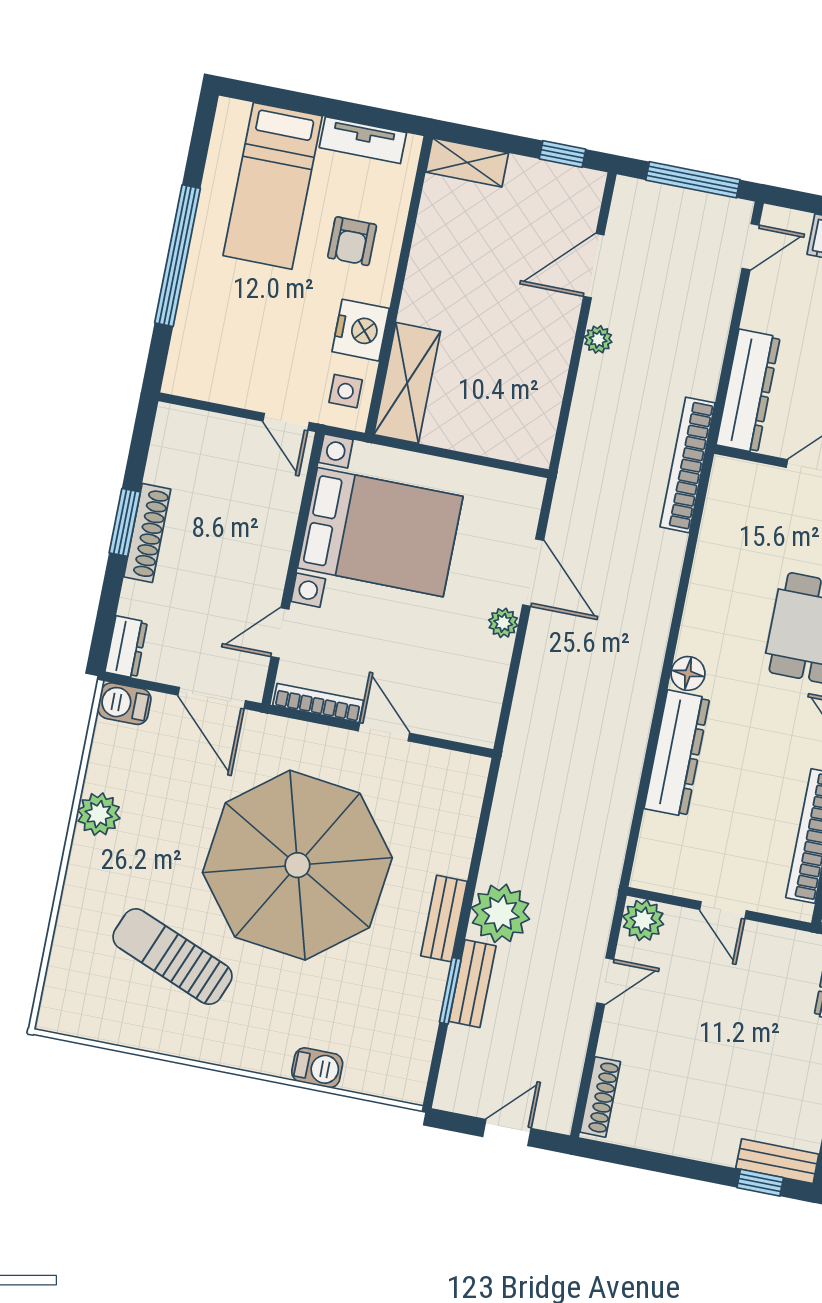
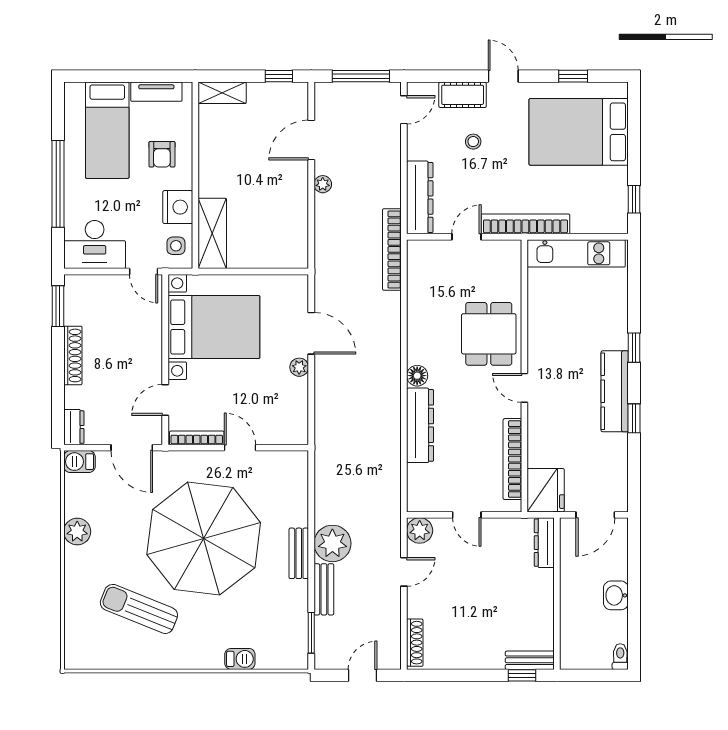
desk: (217, 363) -> (95, 245), added
window: (125, 522) -> (58, 306), moved
window: (450, 991) -> (311, 633), moved

